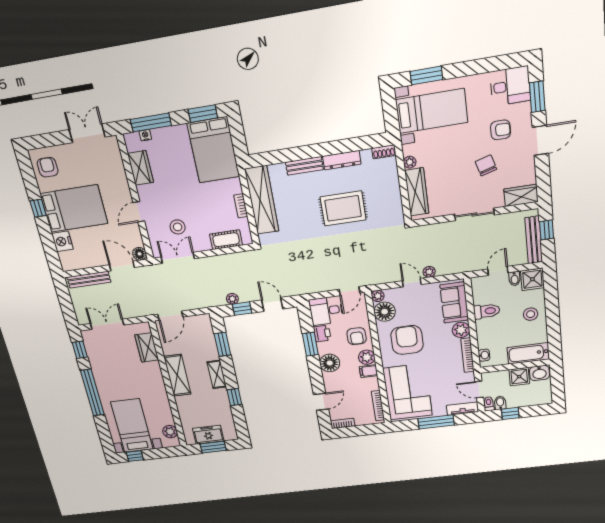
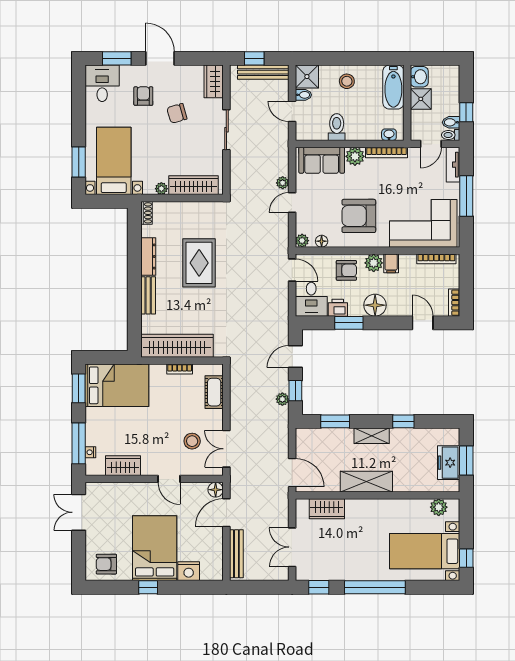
floor lamp: (385, 312) -> (322, 241), width x0.53, depth x0.53

